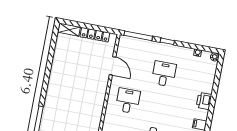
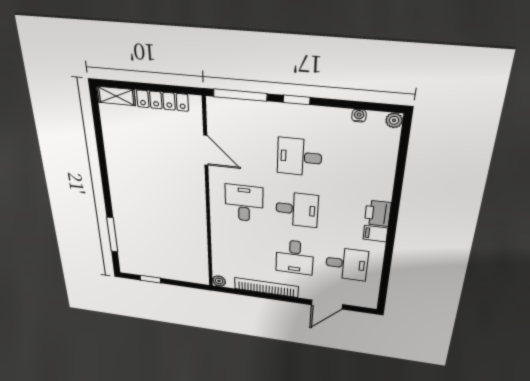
desk: (164, 74) -> (299, 157), turned -90
printer: (204, 101) -> (378, 213), moved
desk: (158, 106) -> (297, 209), added

